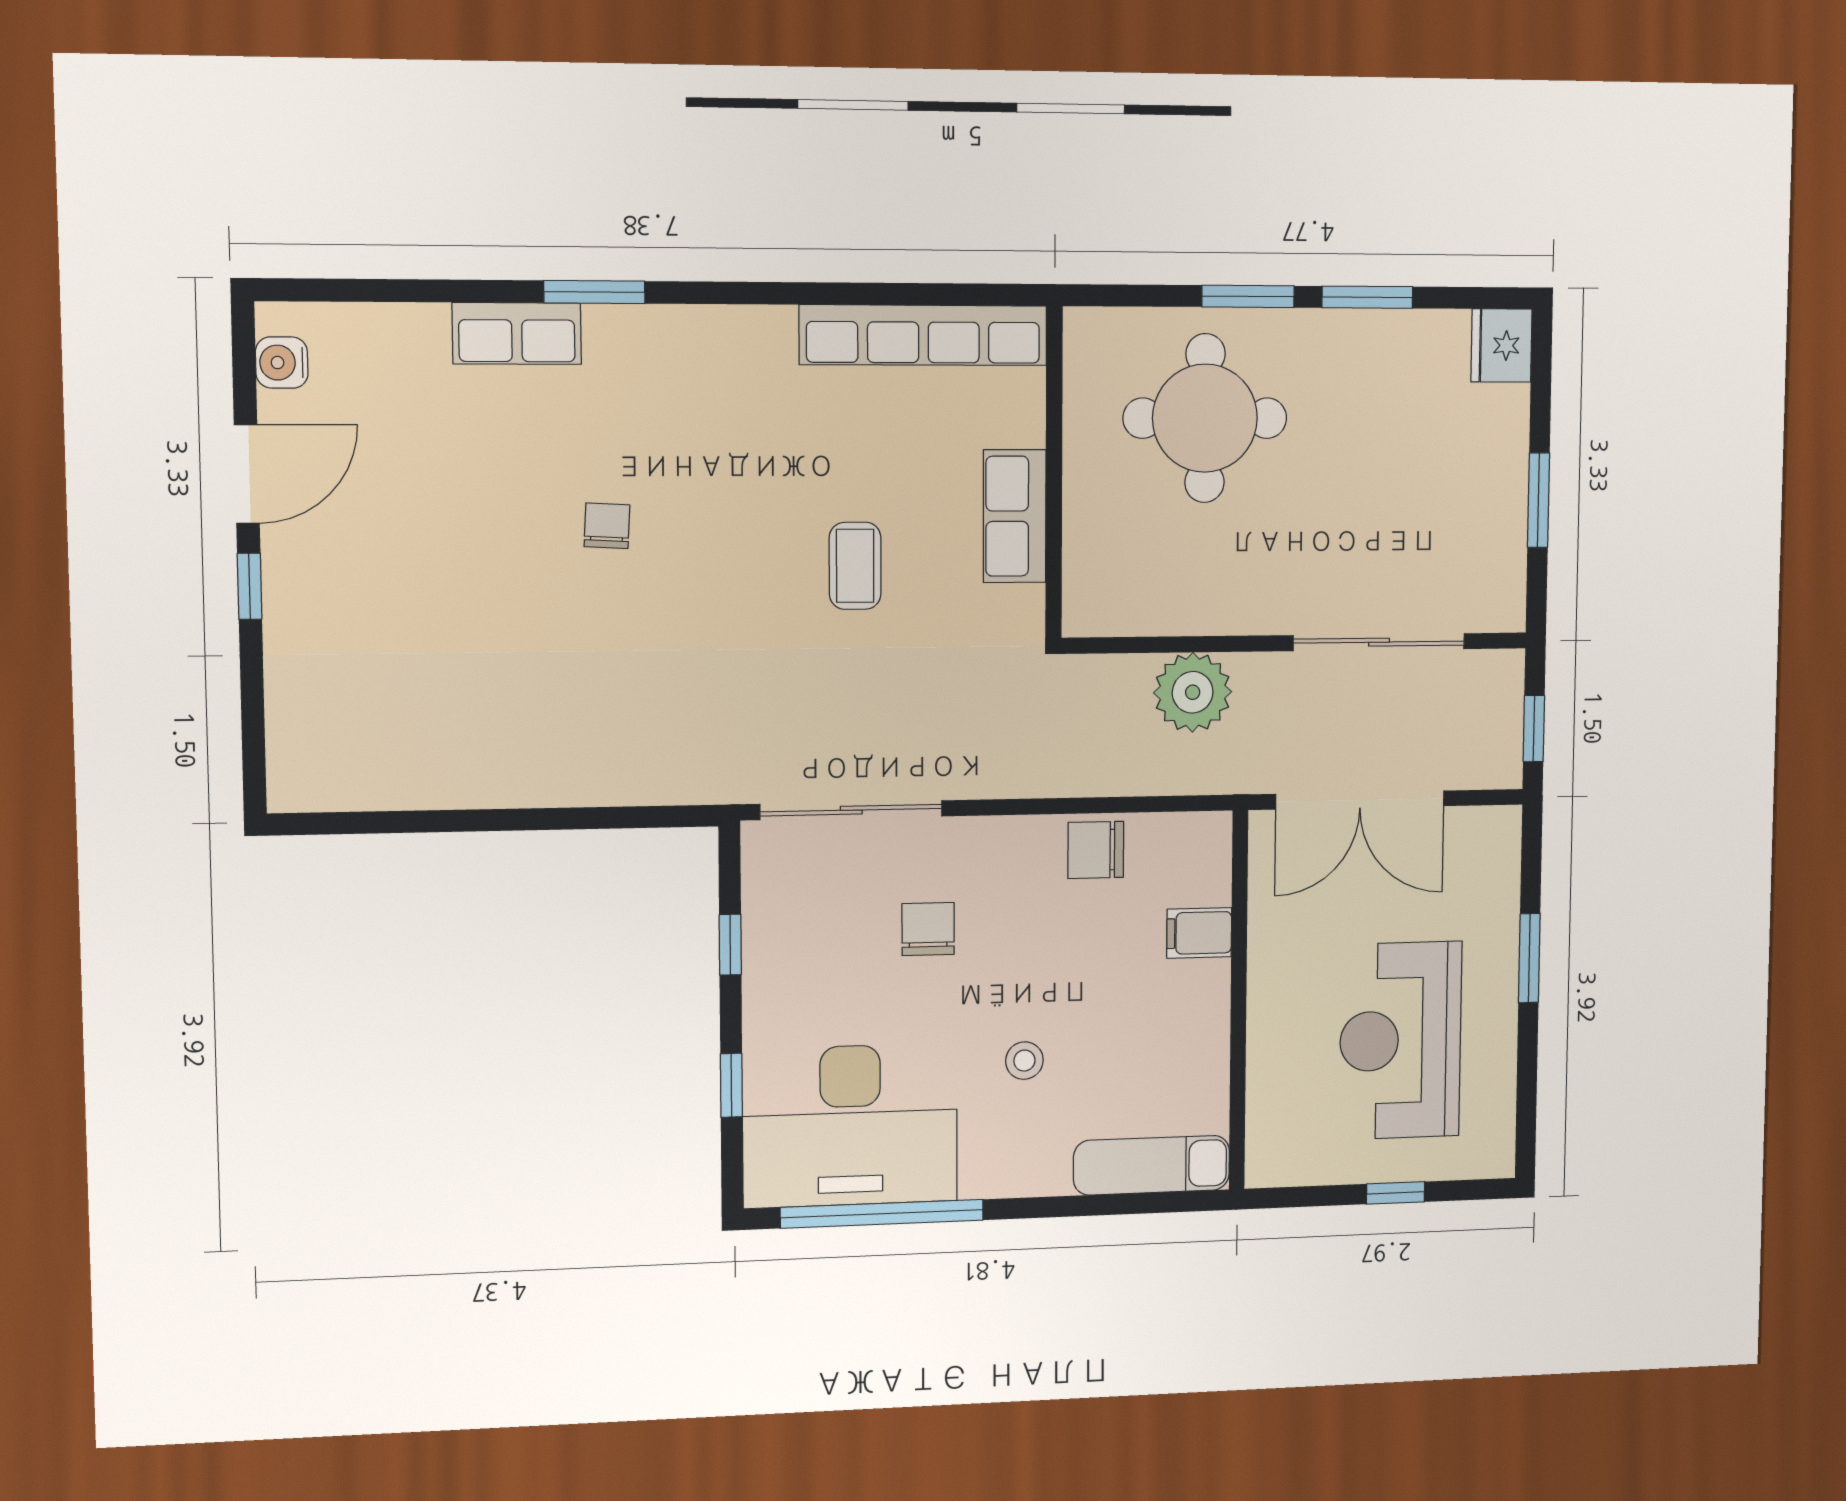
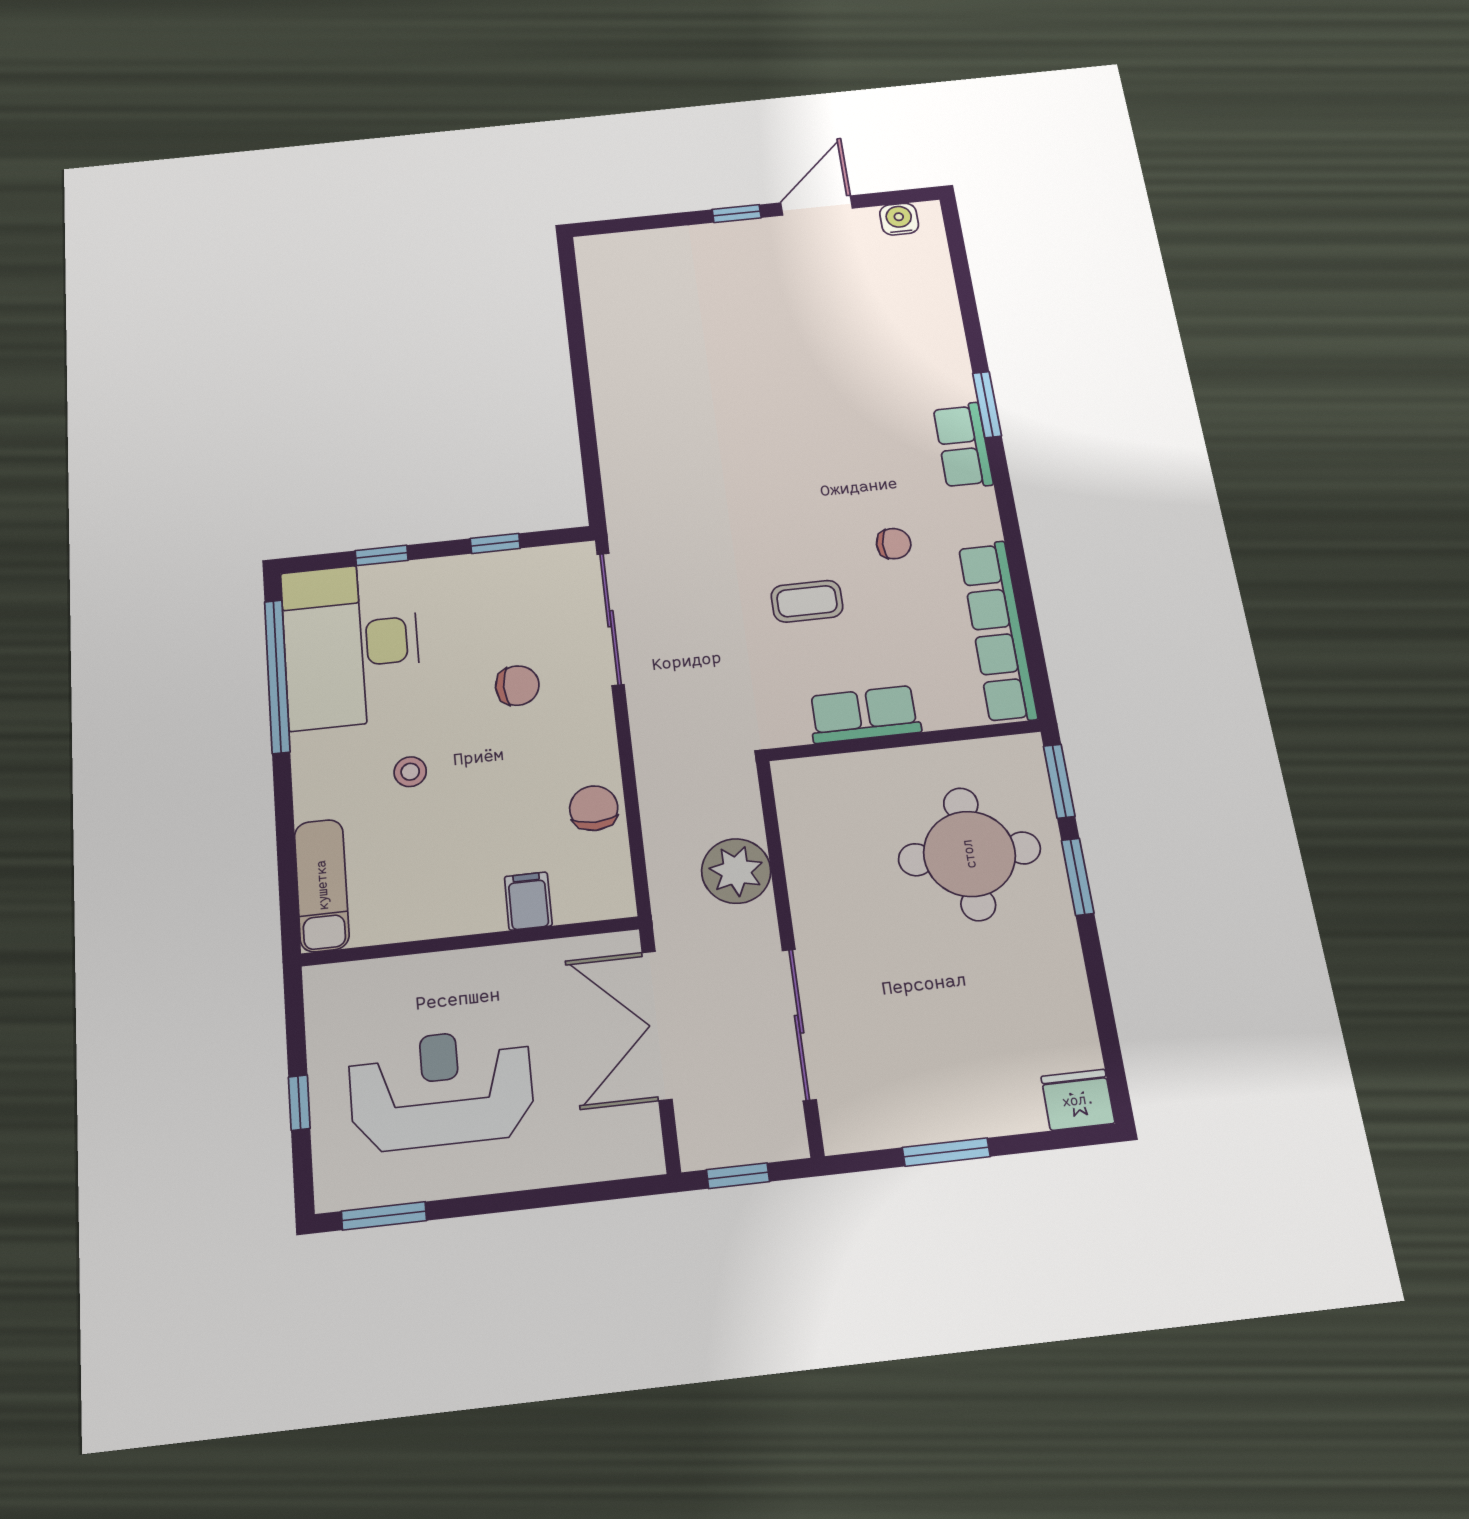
window: (1367, 297) -> (1059, 781), moved
row of seats: (517, 333) -> (963, 446), moved
door: (247, 474) -> (817, 206), swing flipped
chair: (607, 526) -> (894, 544), moved
window: (1529, 958) -> (384, 1216), moved

